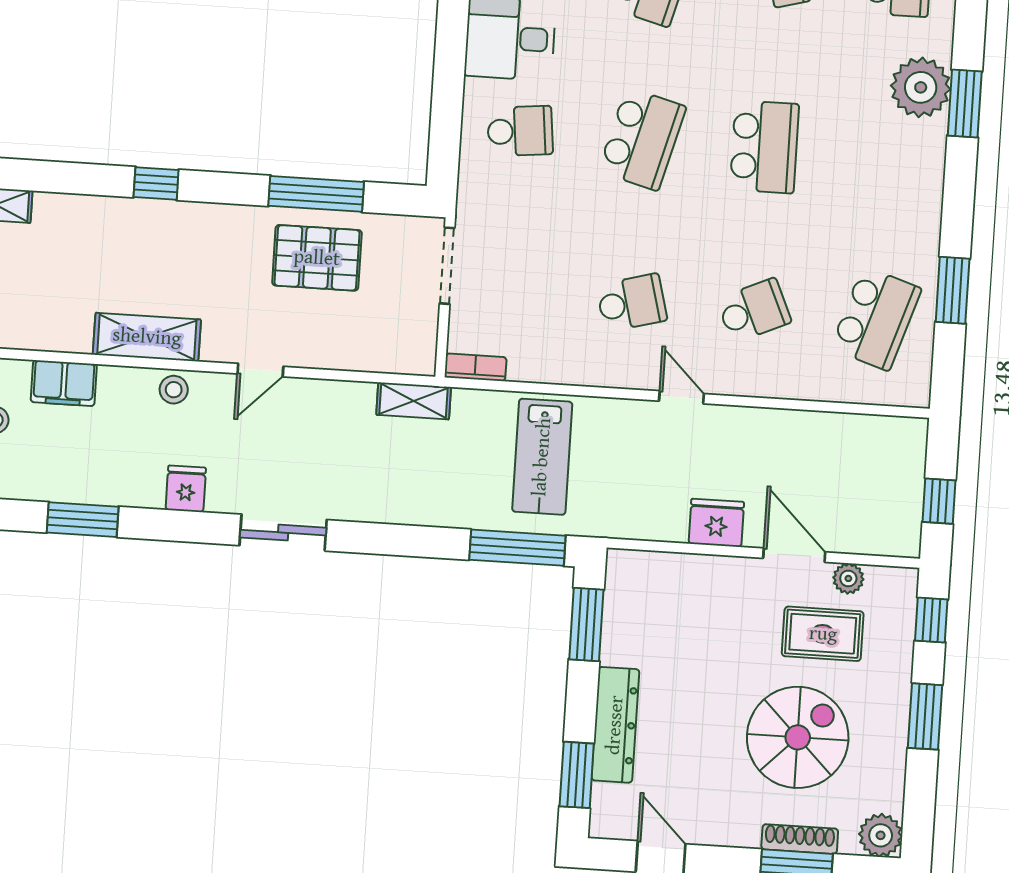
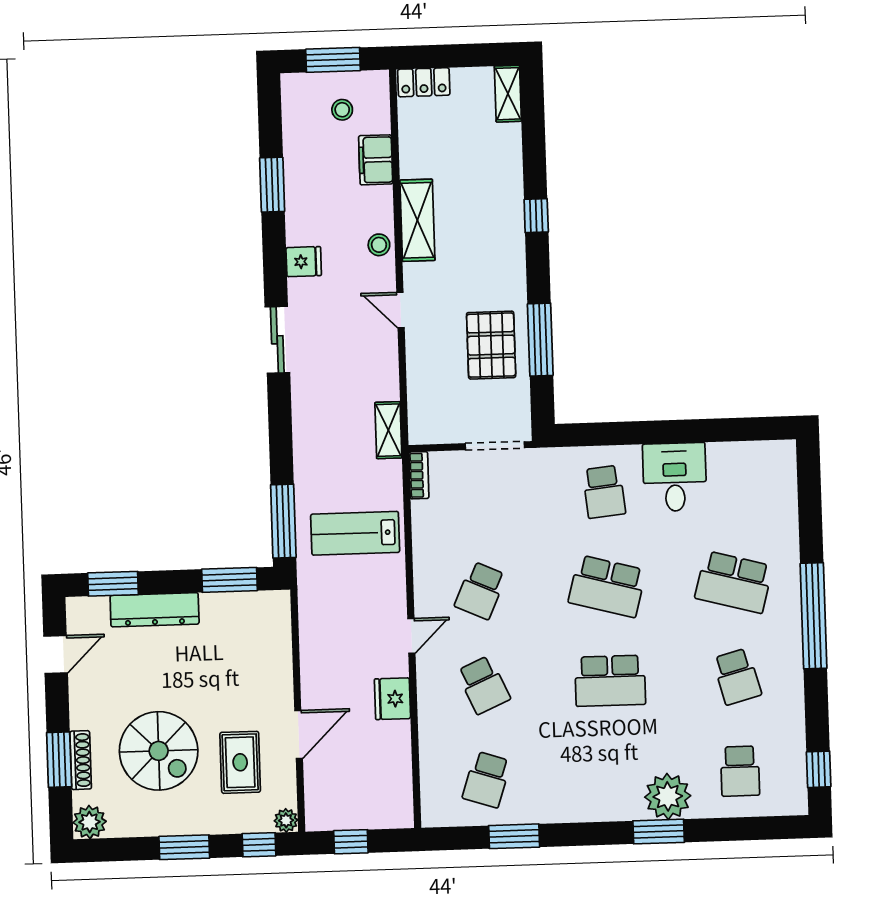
school desk: (632, 303) -> (480, 590), turned 39
school desk: (876, 318) -> (487, 779), width x0.54
fridge: (716, 523) -> (392, 699), moved, turned 180
plant: (848, 578) -> (286, 820), moved

